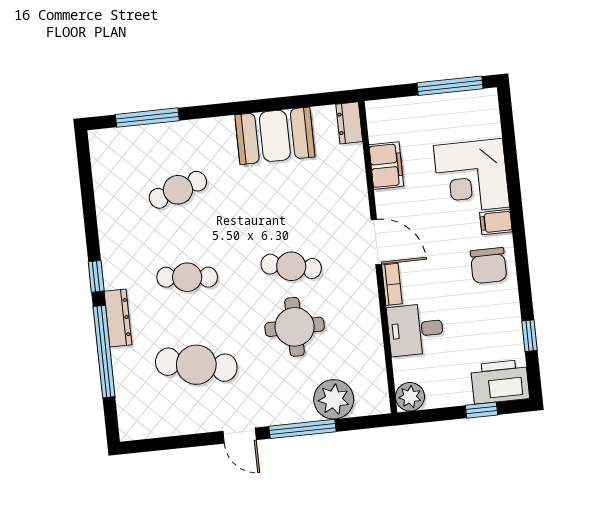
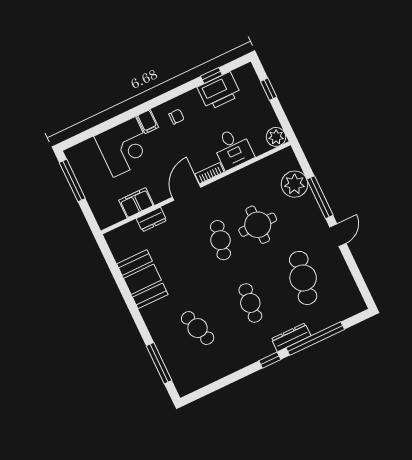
dresser: (349, 123) -> (151, 219), moved
chair: (489, 265) -> (176, 117), width x0.54, depth x0.54
printer: (500, 382) -> (219, 91), moved, turned -90

